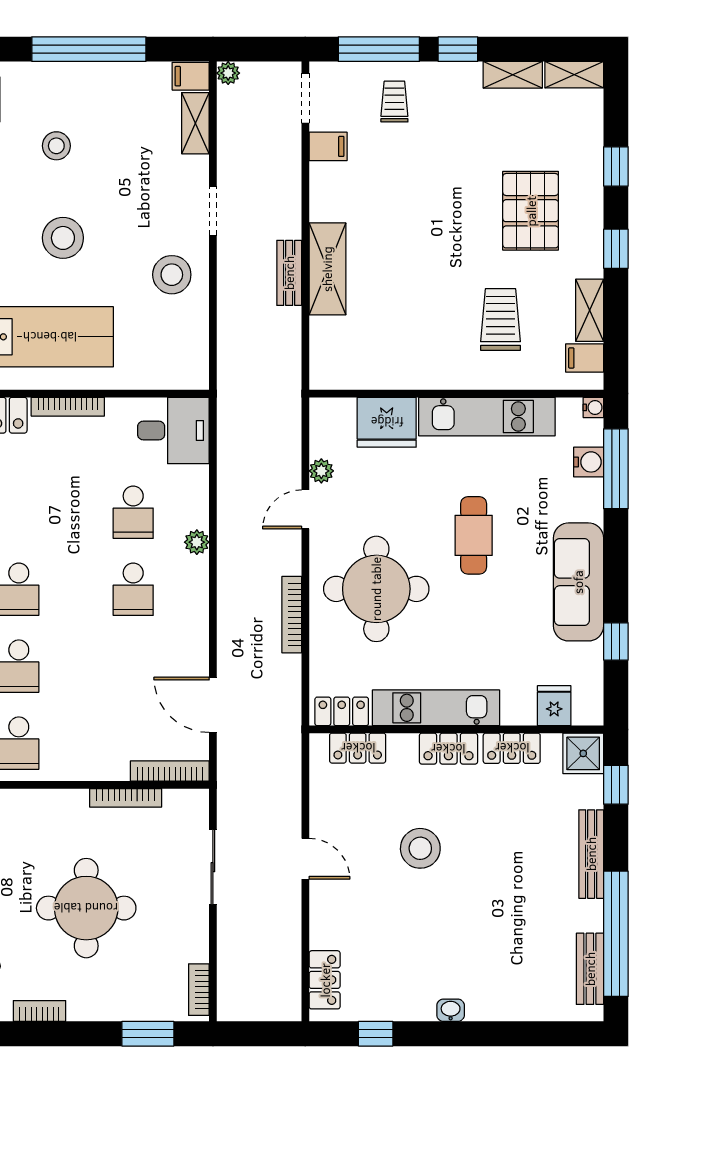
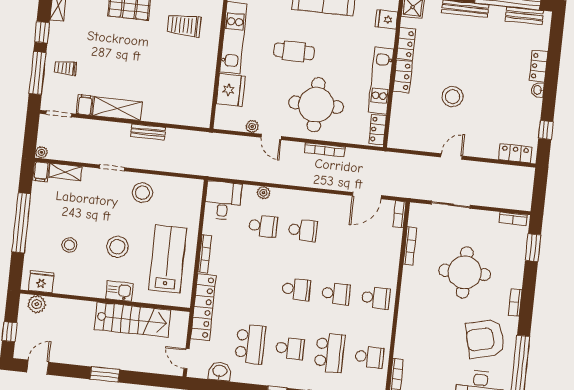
shelving: (327, 269) -> (117, 109), moved
plant: (197, 542) -> (263, 193), moved
locker: (358, 748) -> (538, 66), moved, turned 180
bookcase: (170, 771) -> (399, 214), width x0.64

